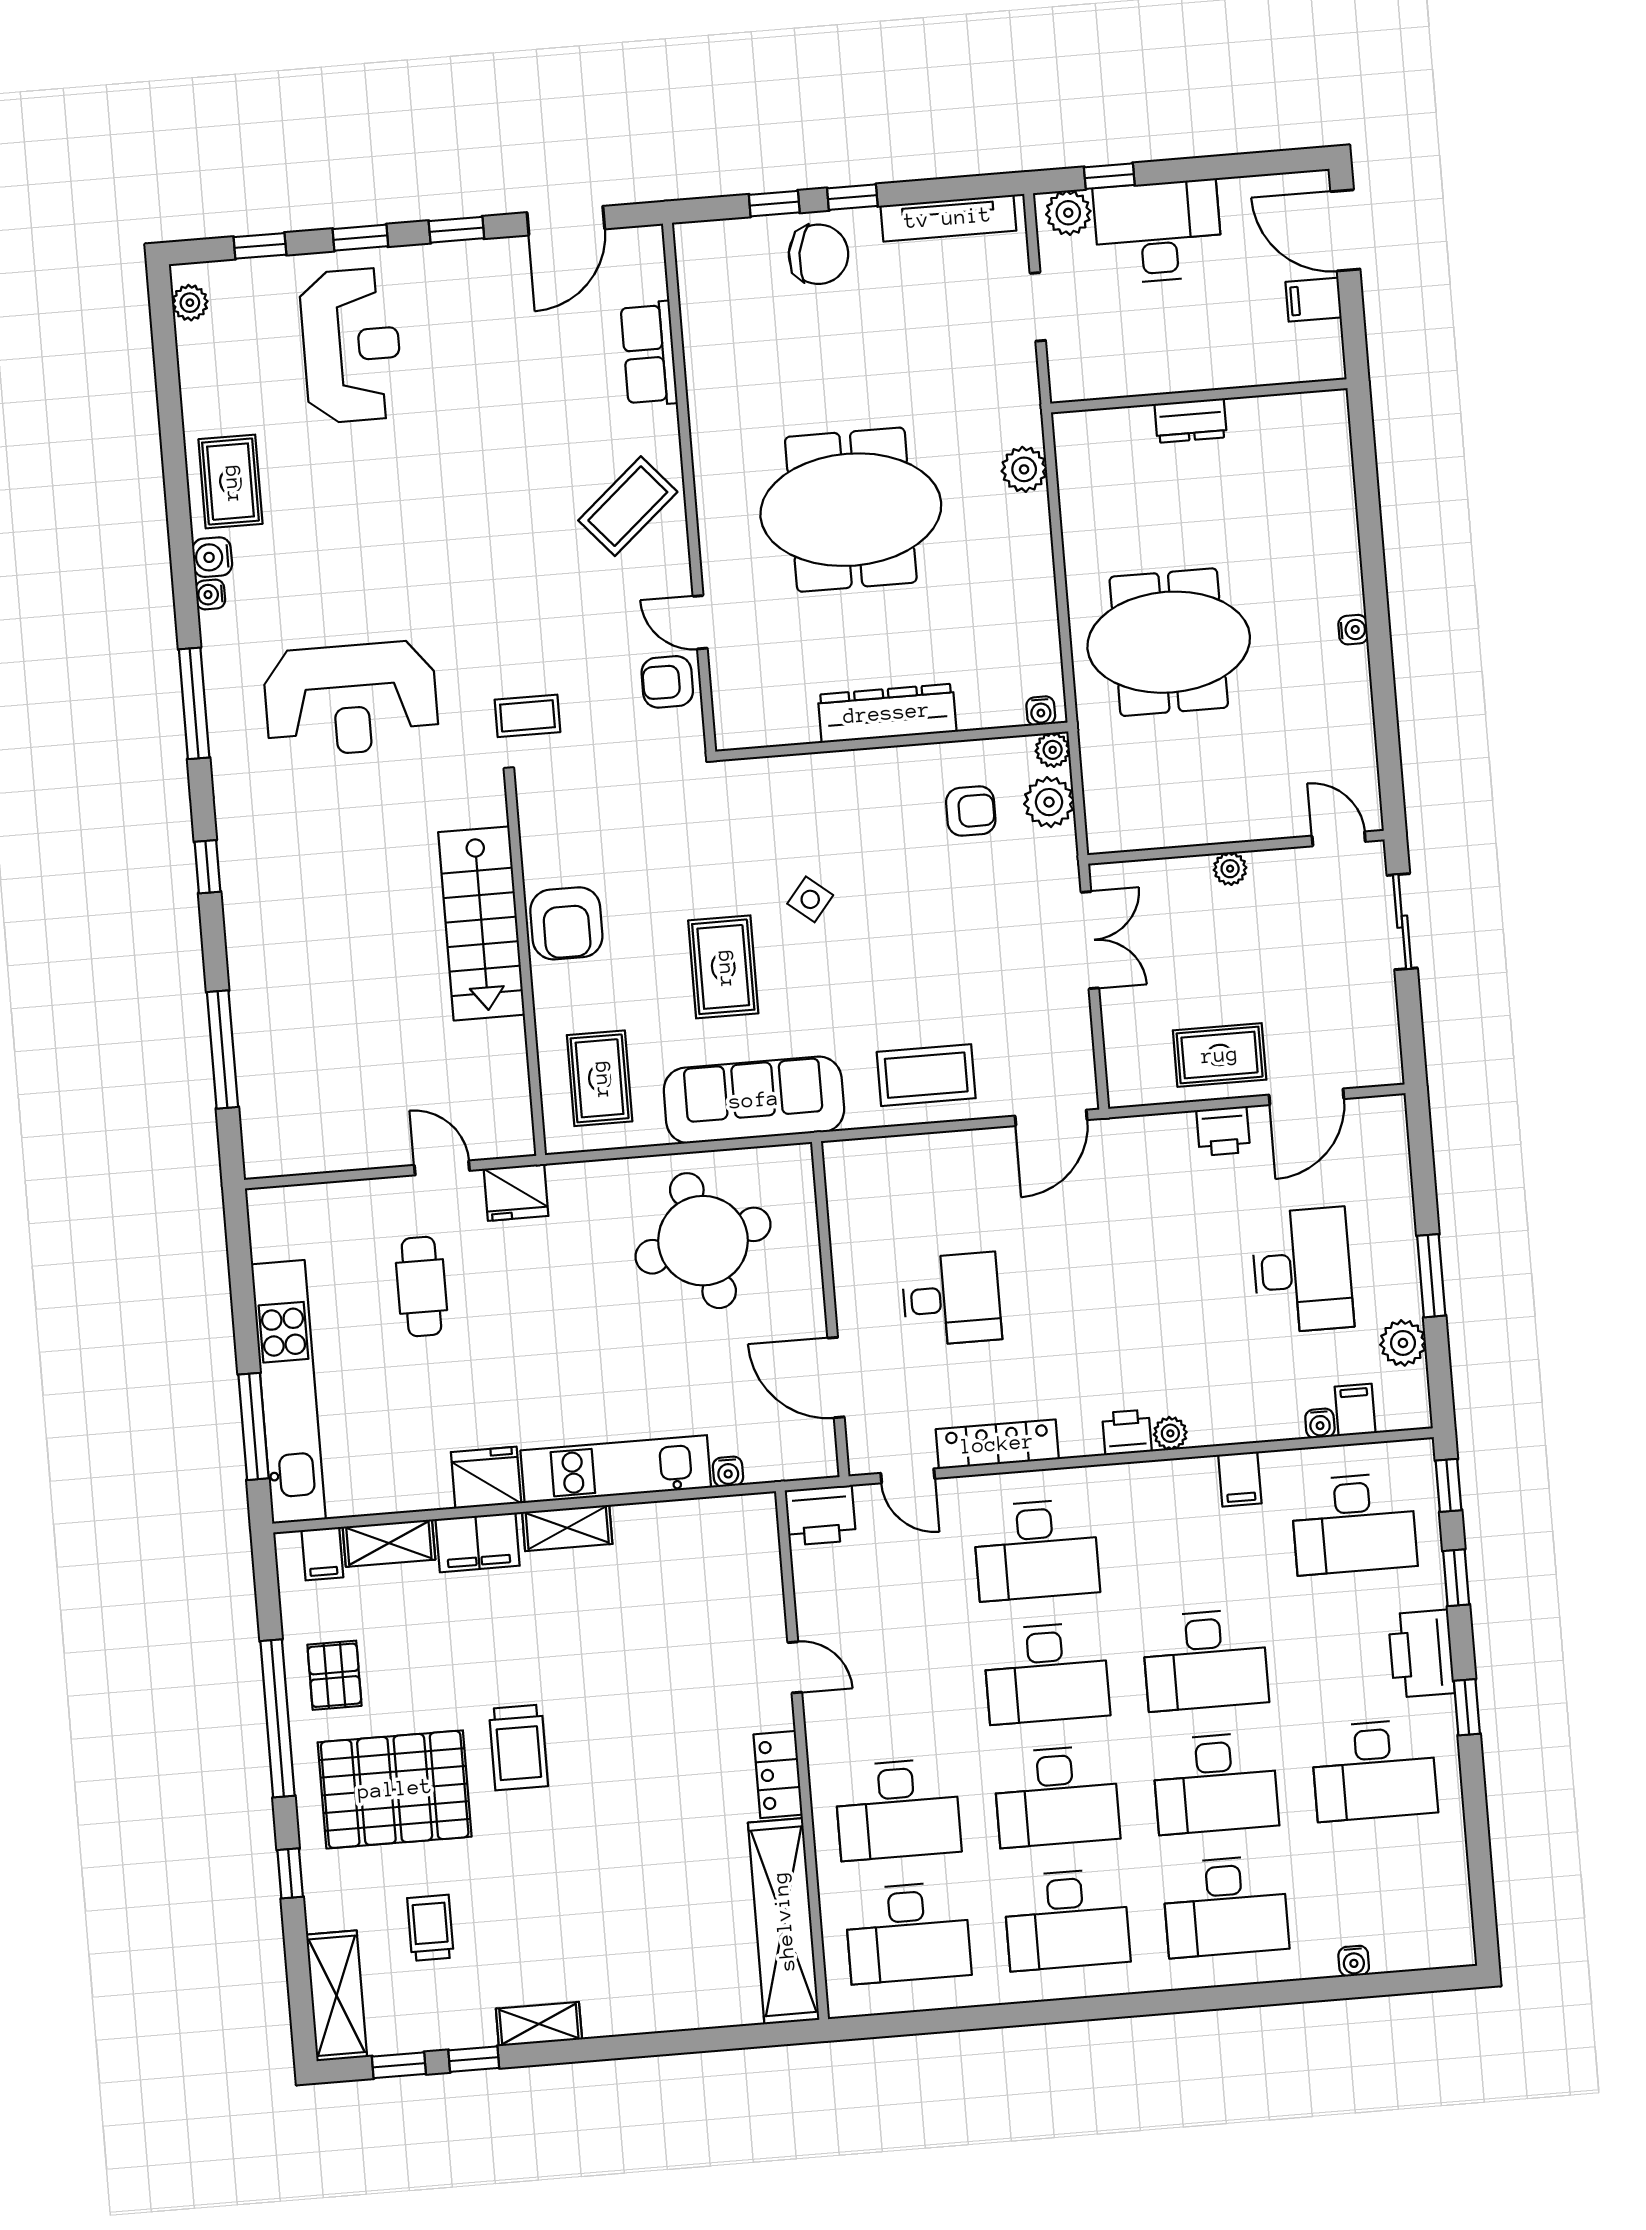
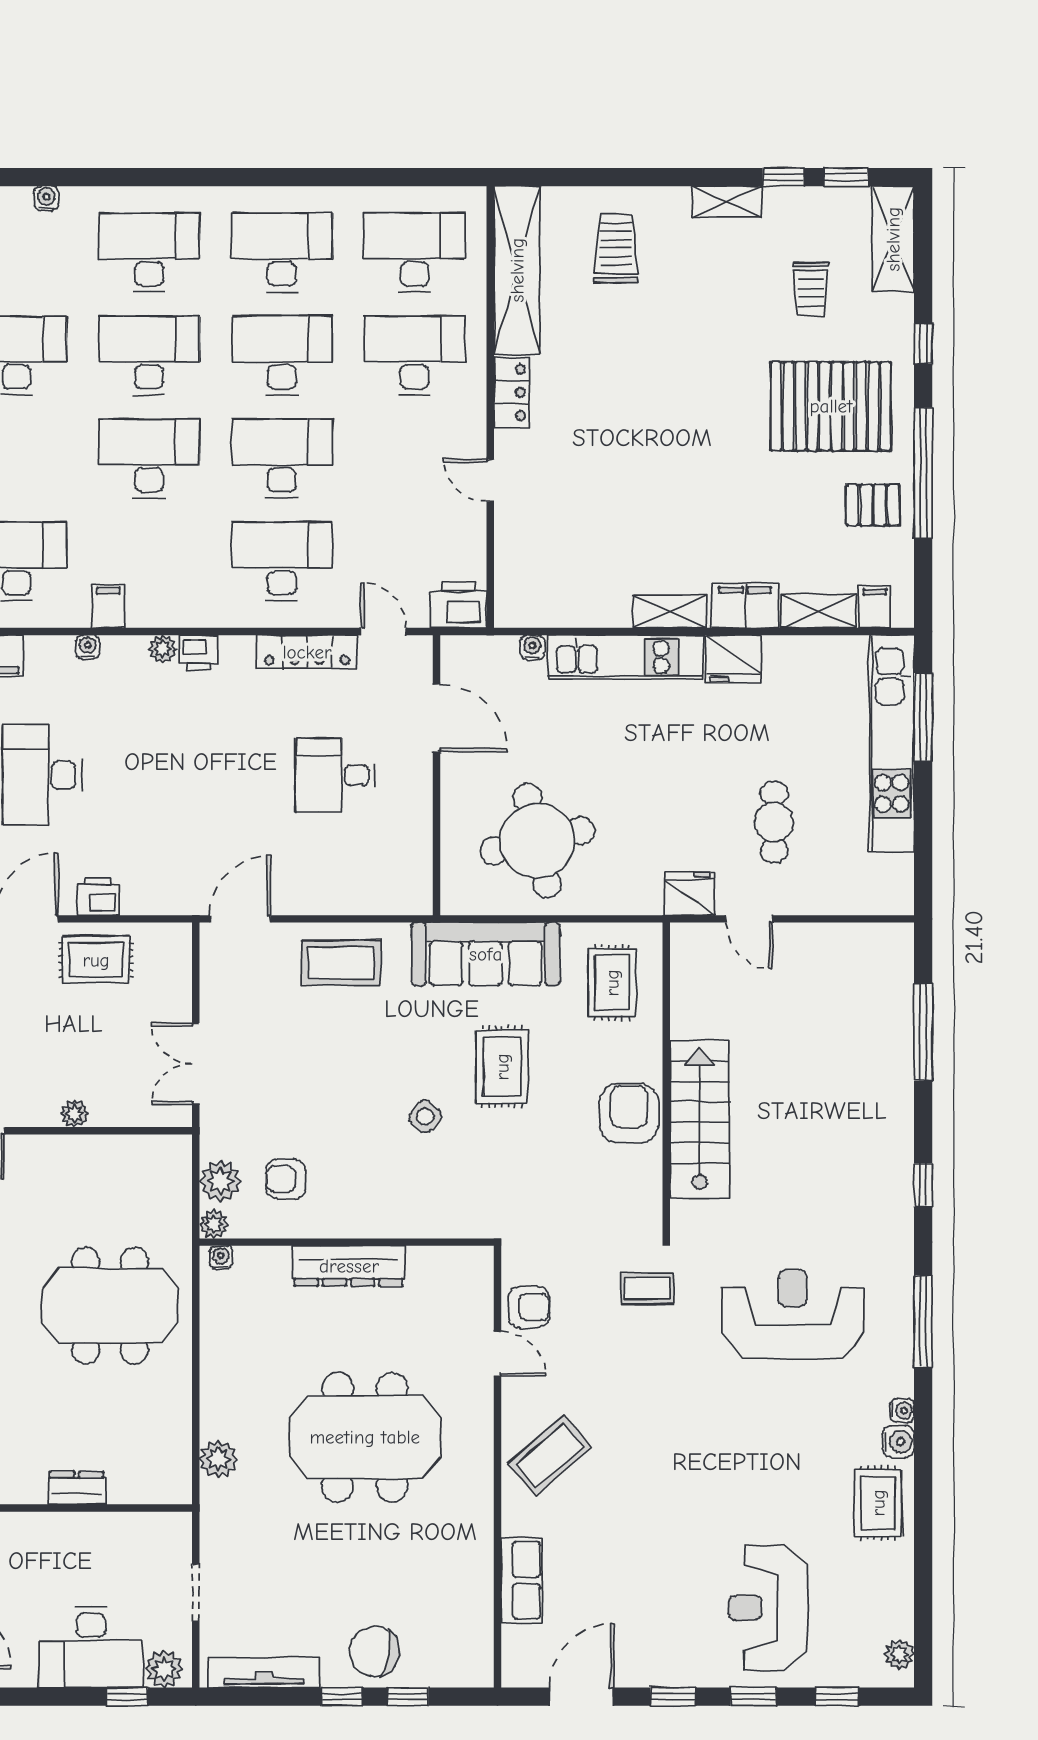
water cooler: (1320, 1423) -> (88, 647), moved
pallet: (334, 1675) -> (873, 505), turned 90
trolley: (518, 1747) -> (616, 249), moved

